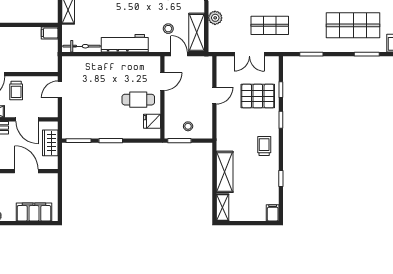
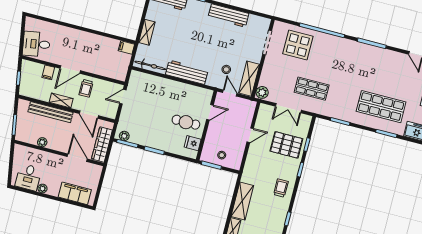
plant: (215, 18) -> (262, 92), moved
plant: (73, 133) -> (124, 136), added
wardrobe: (50, 143) -> (102, 145), width x1.50

